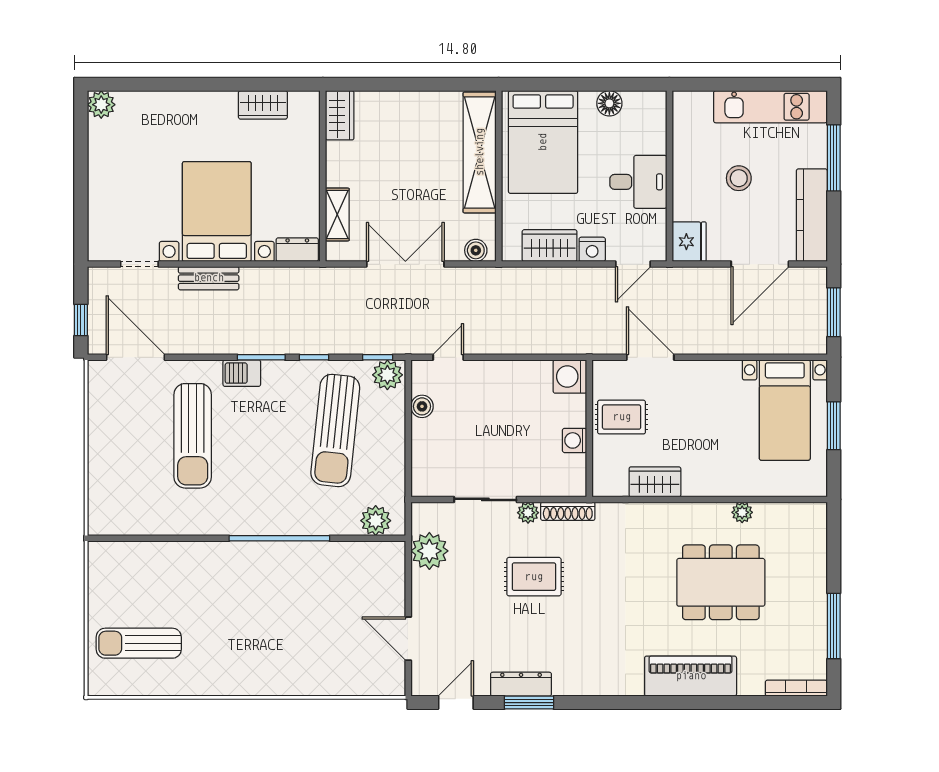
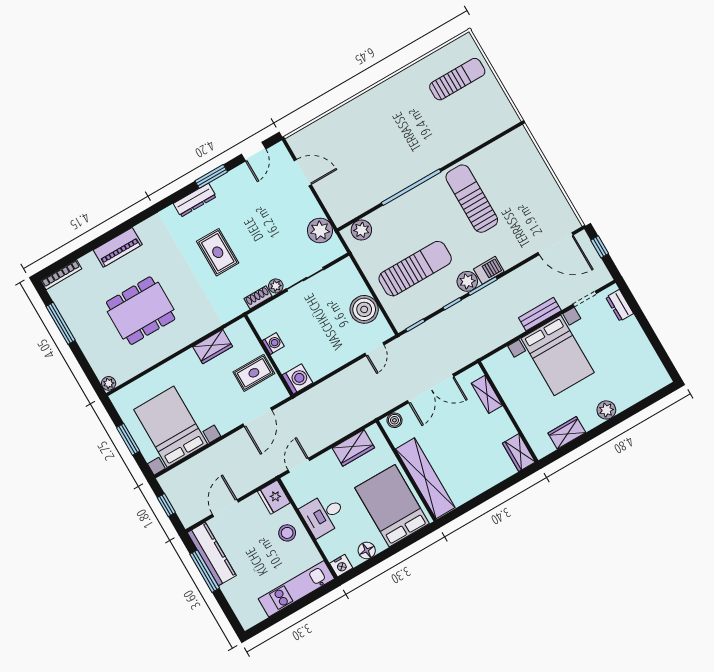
plant: (101, 105) -> (606, 410), moved
kitchen unit: (770, 107) -> (296, 589), moved
window: (834, 158) -> (205, 571), moved
stool: (739, 178) -> (287, 533), moved
nightstand: (592, 249) -> (341, 566), moved, turned 180
dresser: (297, 250) -> (620, 305), moved, turned 90
door: (760, 264) -> (225, 508), width x0.73
window: (834, 312) -> (166, 505), width x0.67
door: (650, 357) -> (257, 417), hinge flipped
plant: (387, 375) -> (467, 281), moved
boiler: (422, 406) -> (364, 309), width x1.86, depth x1.86
bed with nightstands: (785, 410) -> (171, 427), width x1.36
sun lounger: (335, 430) -> (415, 269), turned 84
sun lounger: (193, 436) -> (472, 199), moved
shoe rack: (568, 511) -> (258, 297), width x0.70
plant: (742, 512) -> (109, 383), moved
rug: (534, 577) -> (218, 252), moved, turned 90
piano: (691, 676) -> (118, 247), width x0.73, depth x0.75
dresser: (521, 684) -> (195, 200), moved

